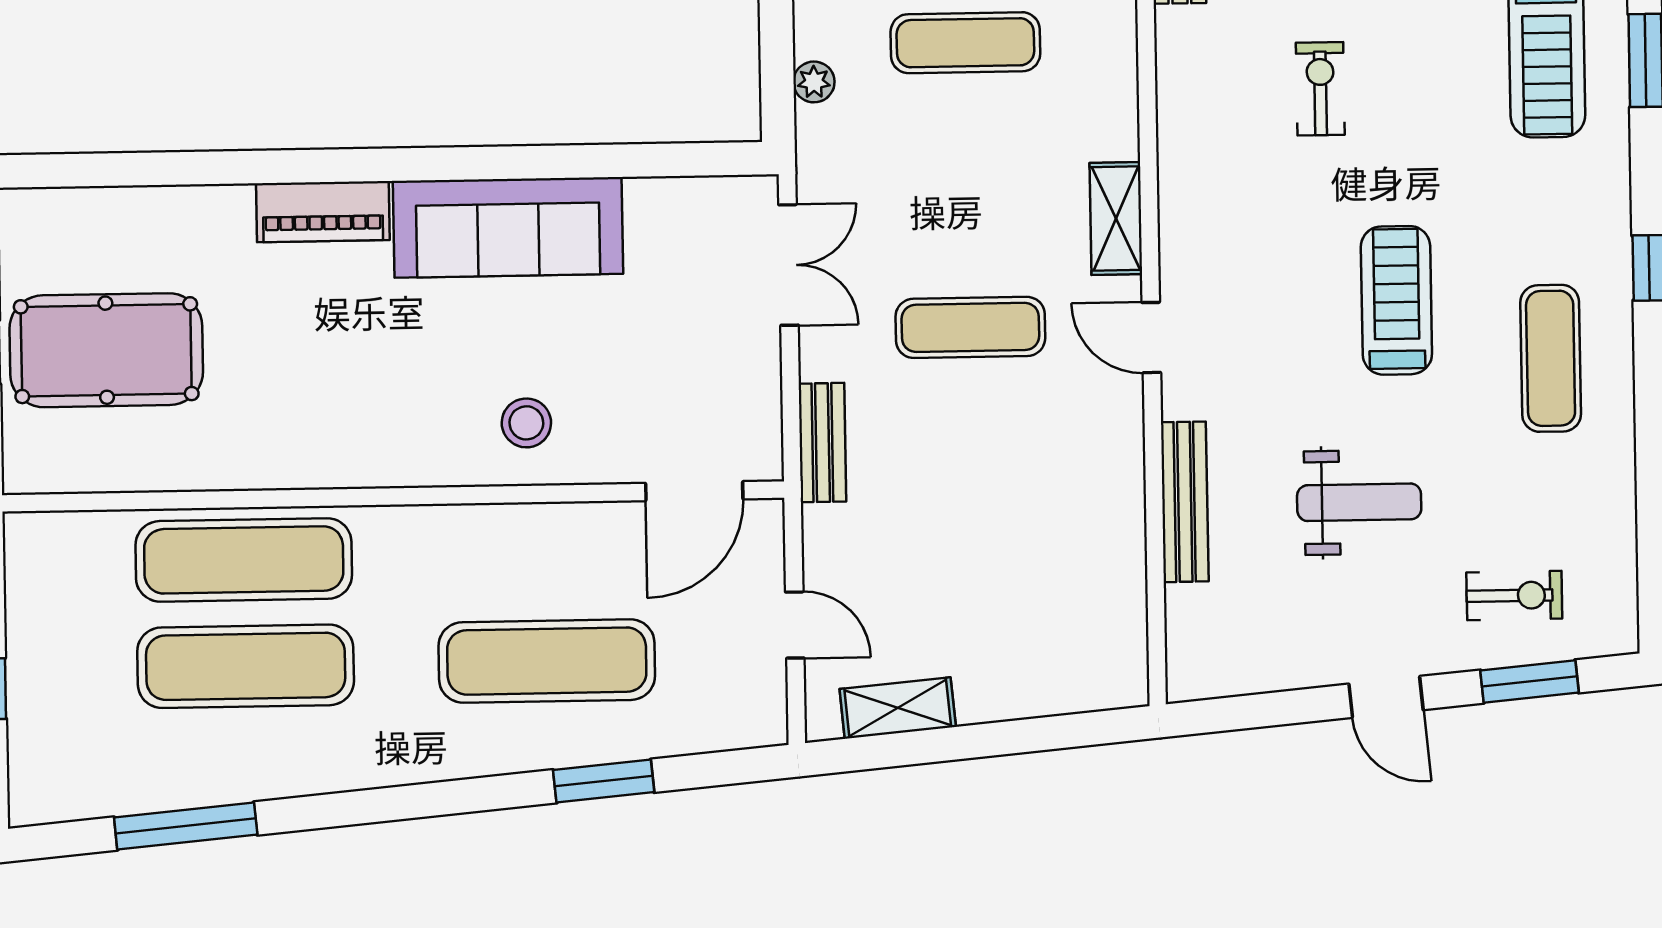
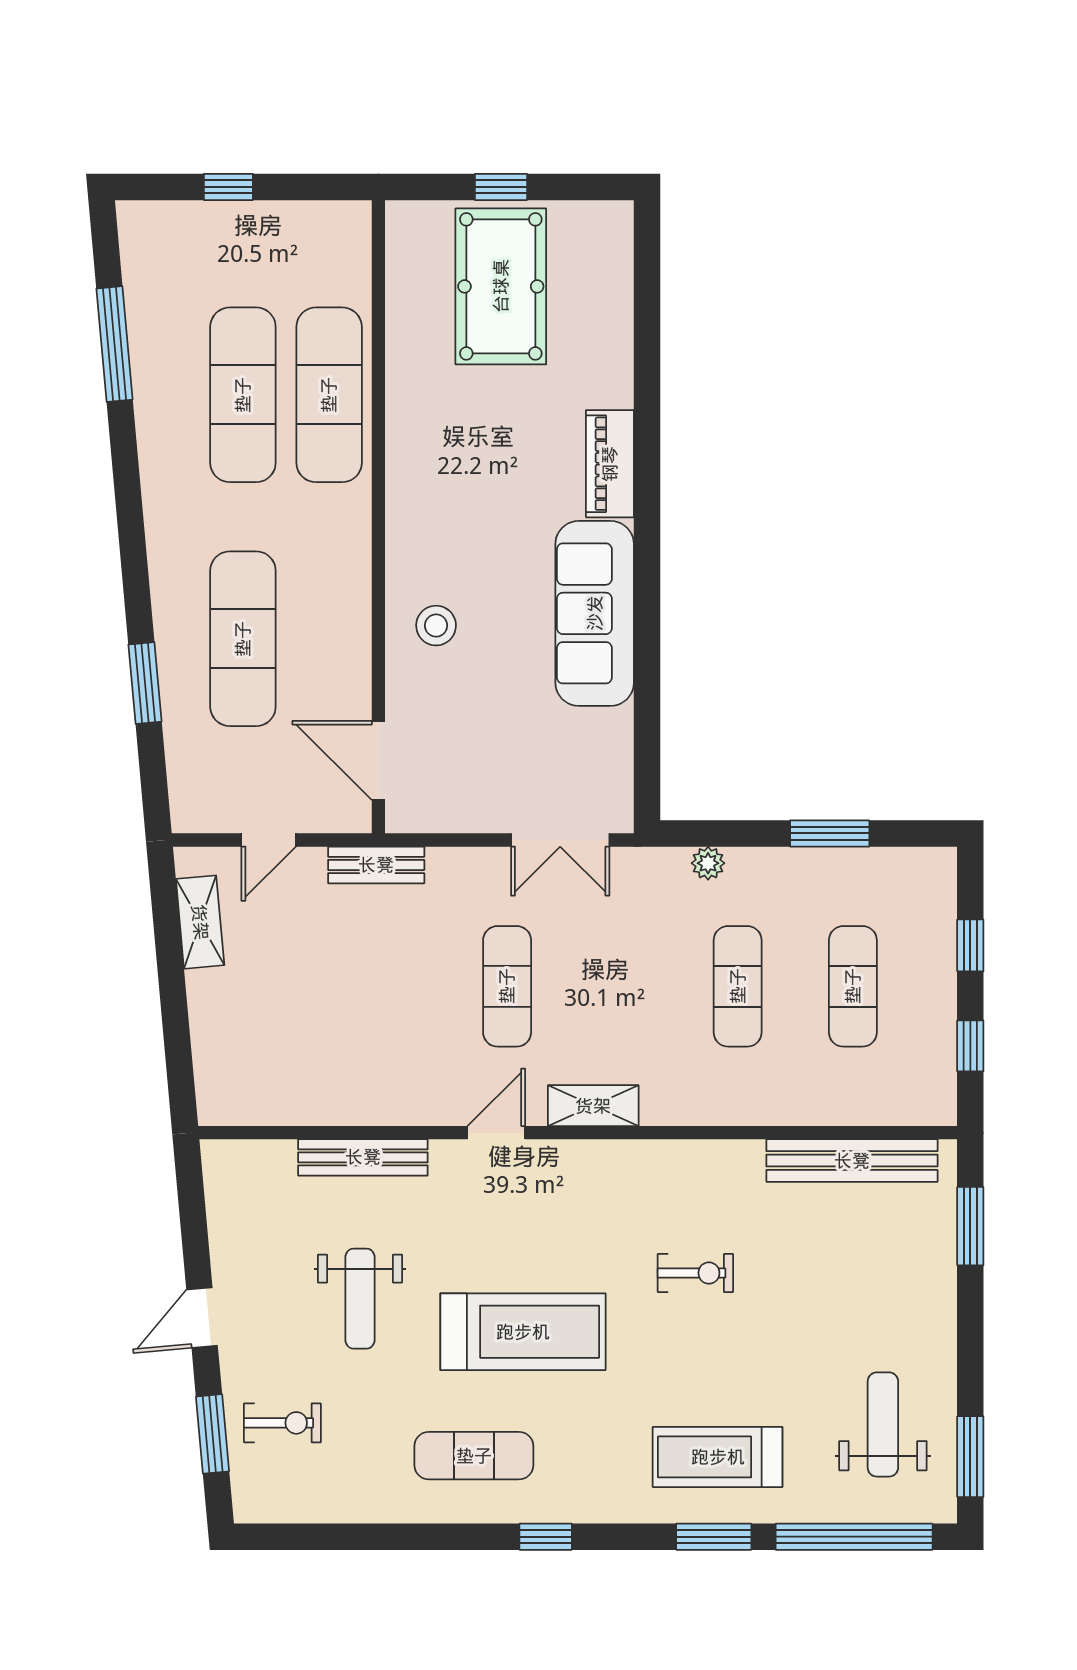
treadmill: (1396, 300) -> (523, 1332), width x1.37, depth x1.38
bench: (822, 443) -> (376, 865), moved
exercise bike: (1514, 595) -> (282, 1423), turned -90

